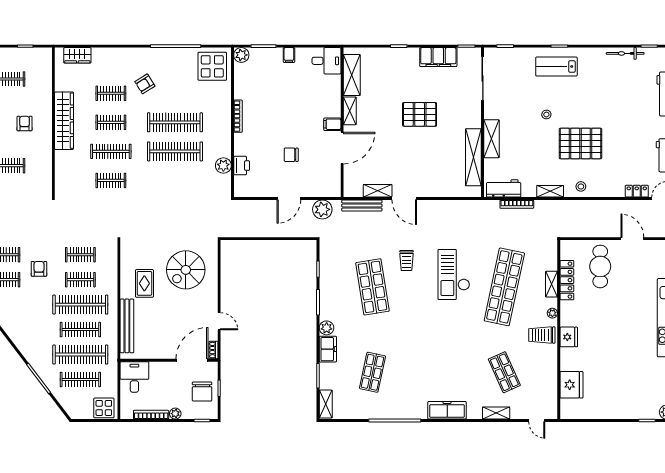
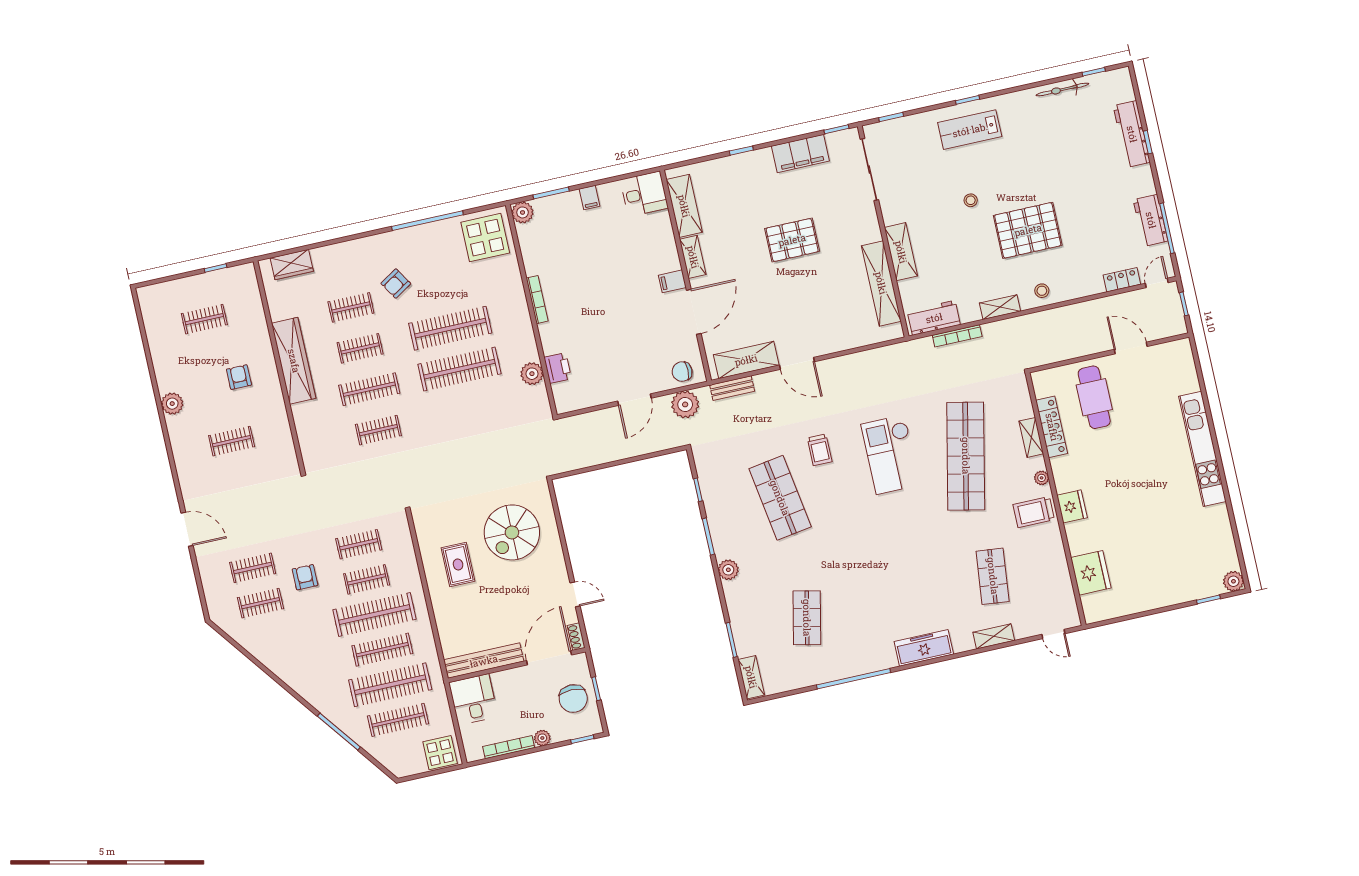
chair: (291, 155) -> (682, 372), moved
shelving: (378, 191) -> (746, 360), width x1.50, depth x1.33
bench: (362, 206) -> (732, 388), width x0.73
bench: (127, 326) -> (484, 661), moved, turned 90
freezer: (328, 349) -> (737, 599), removed
shop shelf: (504, 372) -> (993, 576), turned 30

